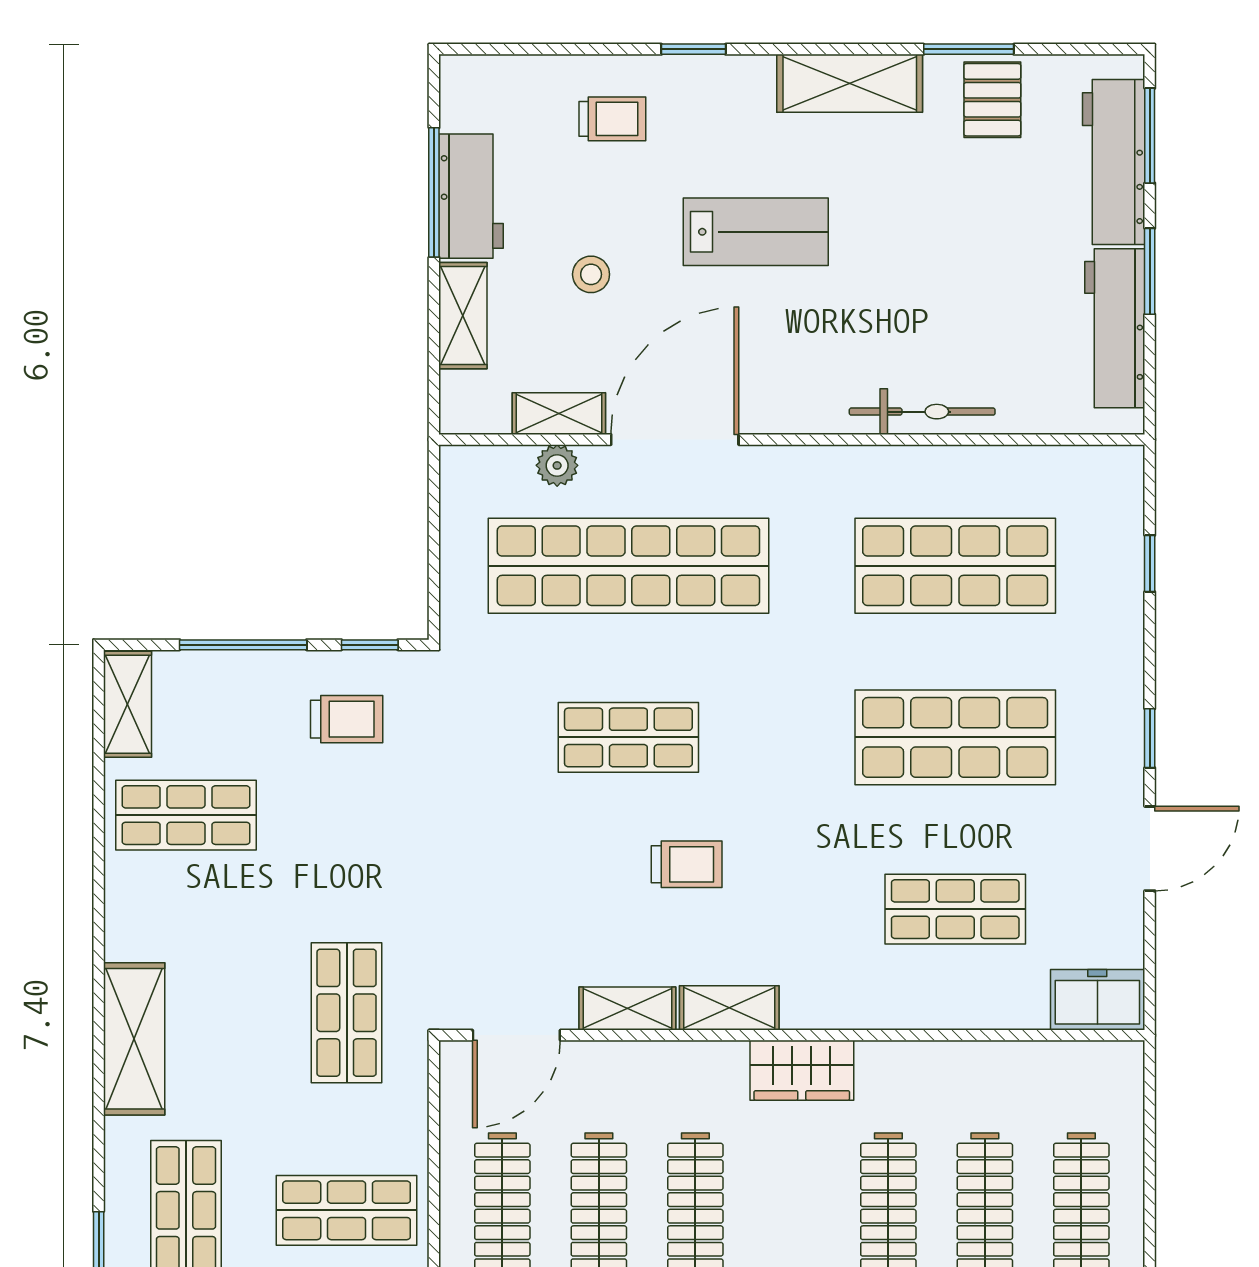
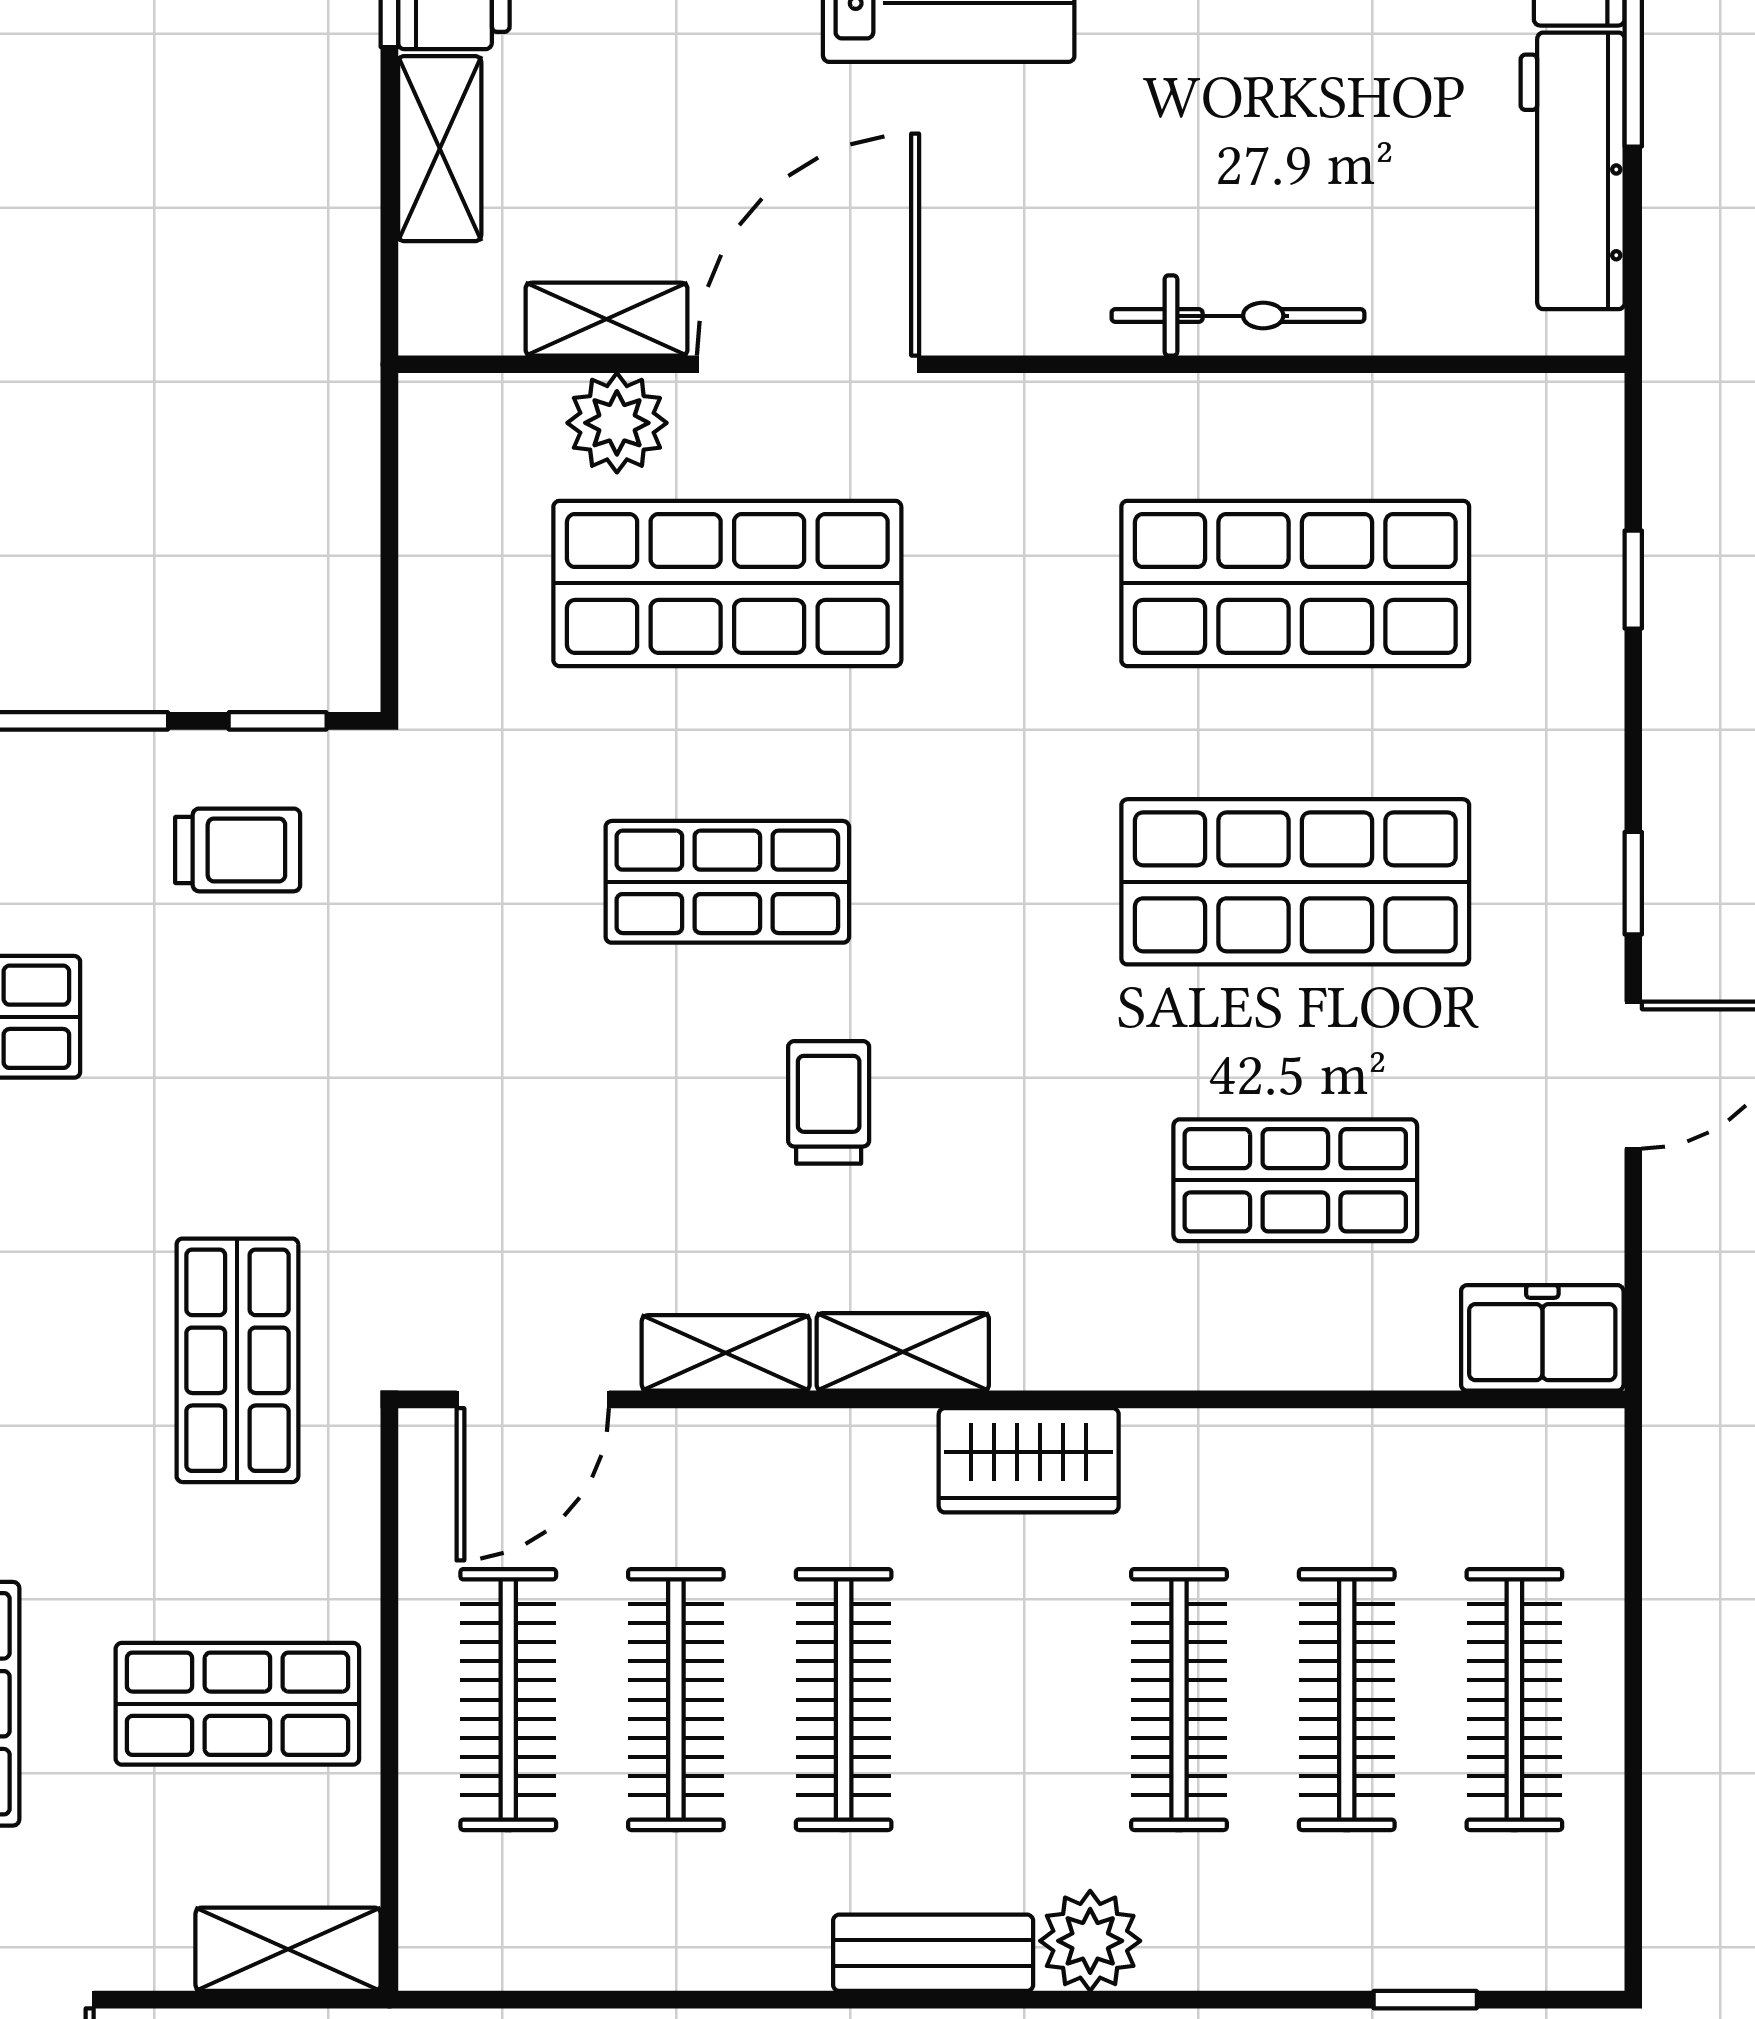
stool: (591, 274) -> (662, 77), removed
plant: (557, 465) -> (617, 423), width x1.38, depth x1.38
shop shelf: (628, 566) -> (727, 583), width x0.71
trolley: (687, 864) -> (829, 1102), turned -90

